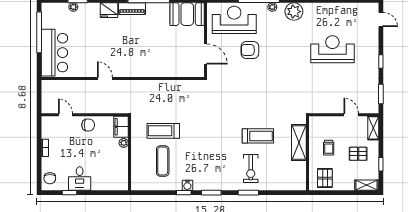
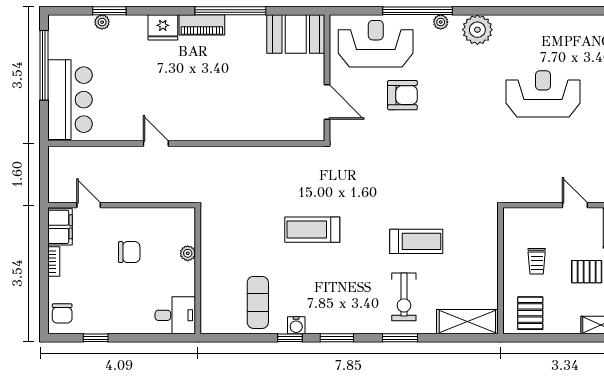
armchair: (250, 50) -> (402, 95), turned 180
chair: (88, 125) -> (129, 252), moved
filing cabinet: (121, 127) -> (60, 227), moved, turned 180
treadmill: (163, 131) -> (312, 230), moved
shelving: (299, 143) -> (467, 322), moved, turned 90
exercise mat: (163, 161) -> (258, 302), moved
desk: (80, 179) -> (175, 315), moved, turned -90

